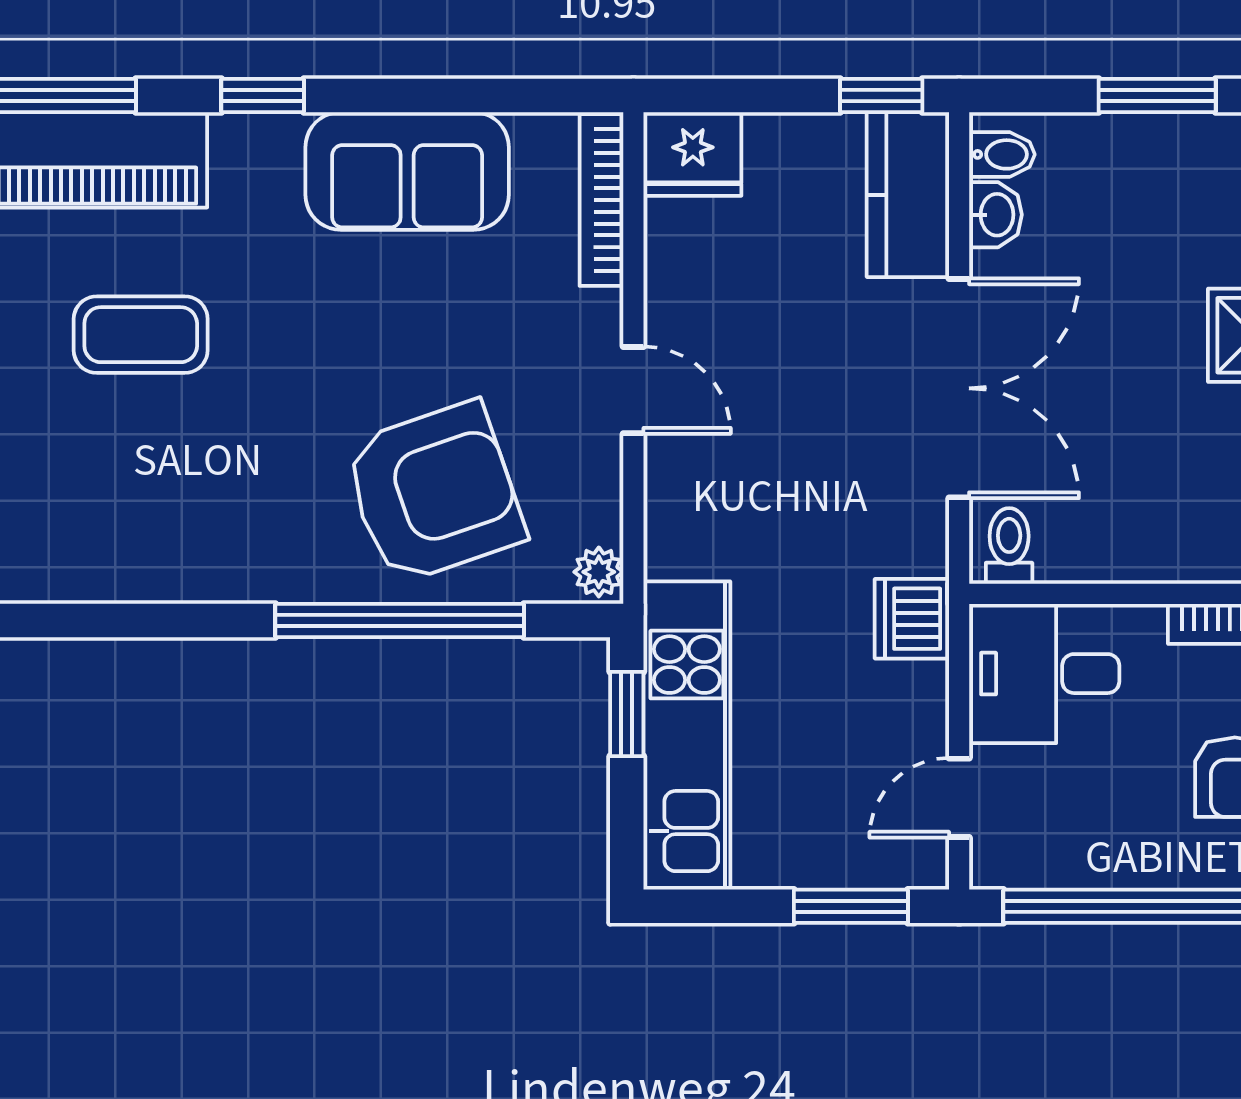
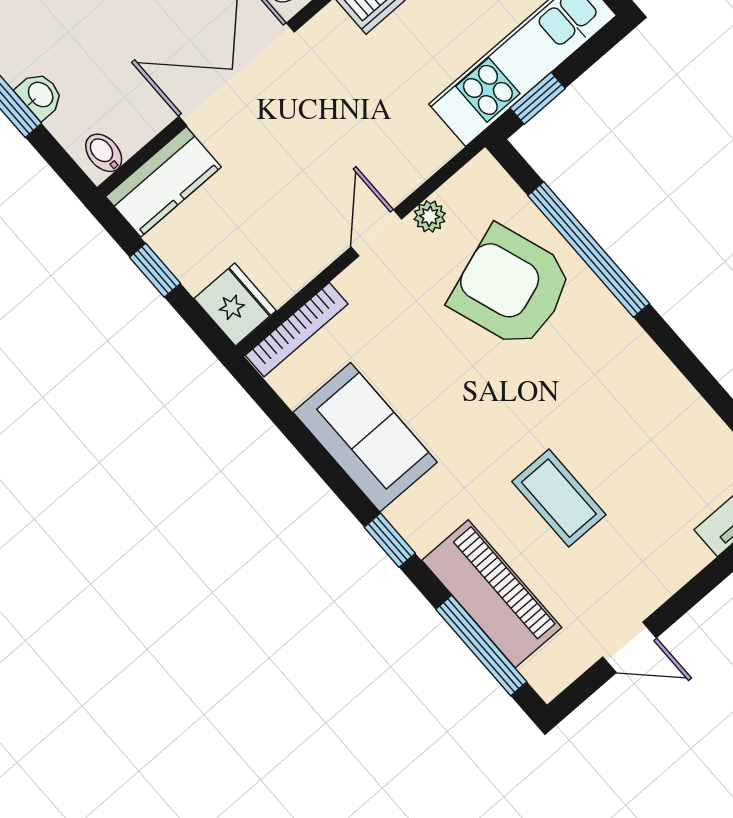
window: (881, 96) -> (155, 270), moved
washbasin: (995, 215) -> (40, 95), moved, turned 90
plant: (599, 572) -> (430, 216), moved

